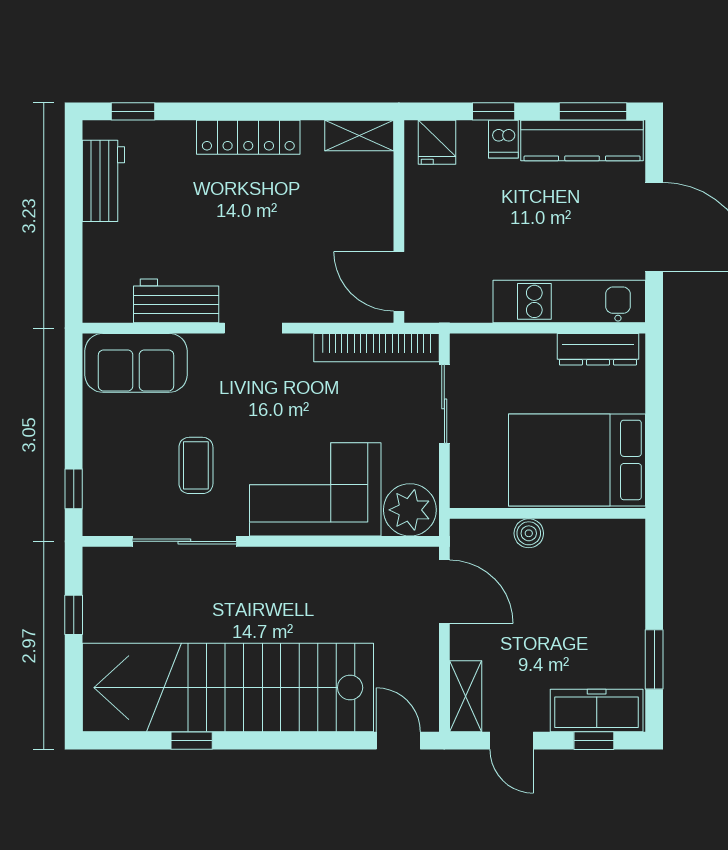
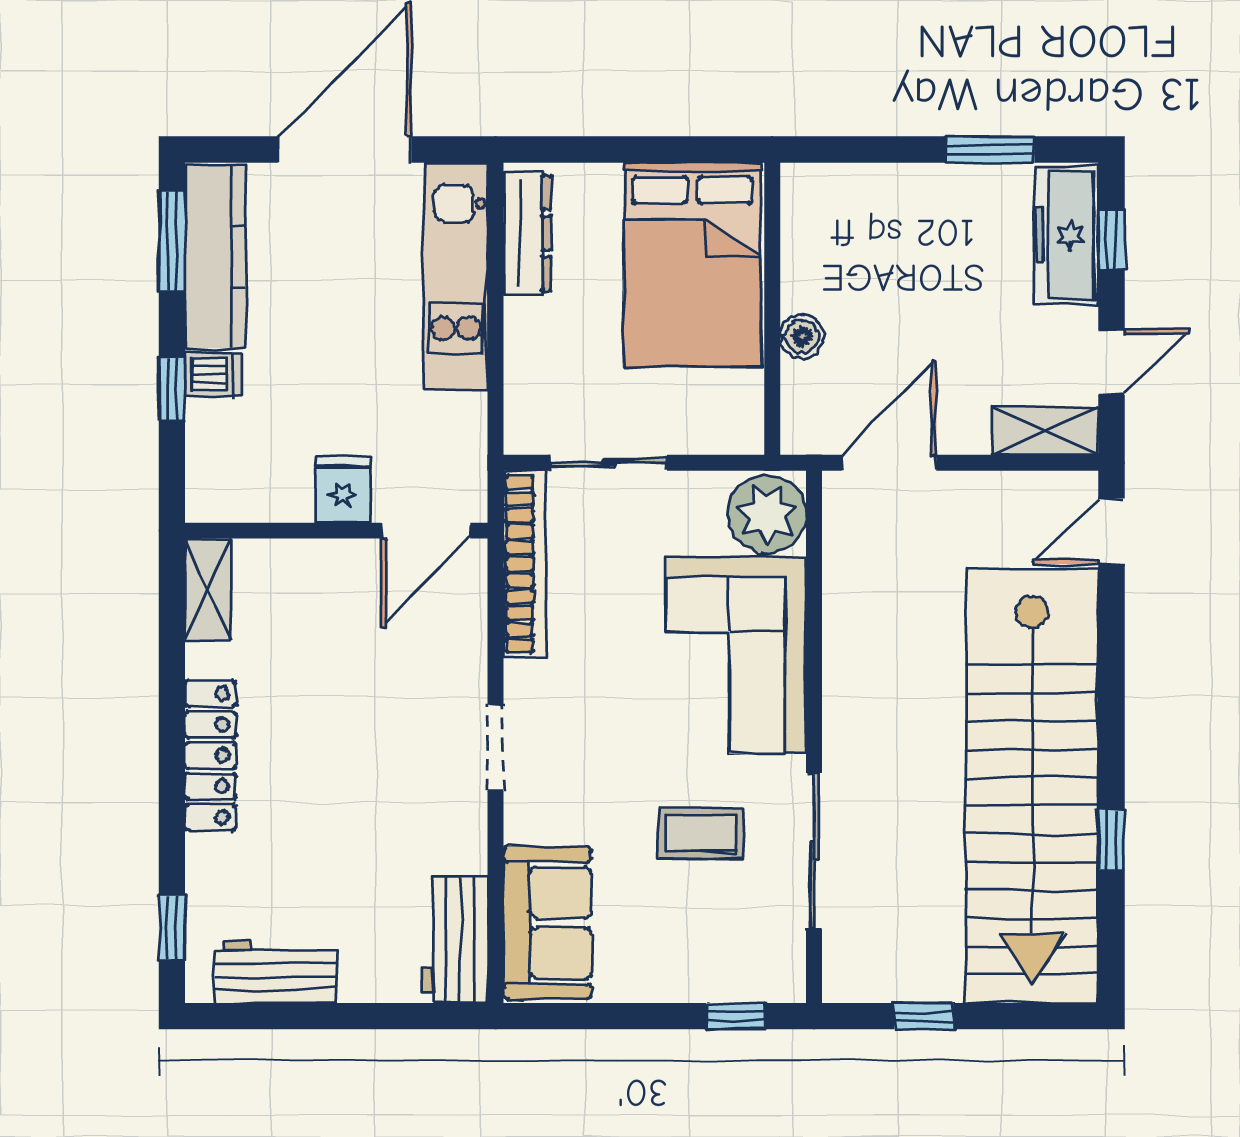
fridge: (437, 142) -> (343, 490), moved, turned -90
workbench: (176, 301) -> (455, 940), moved

